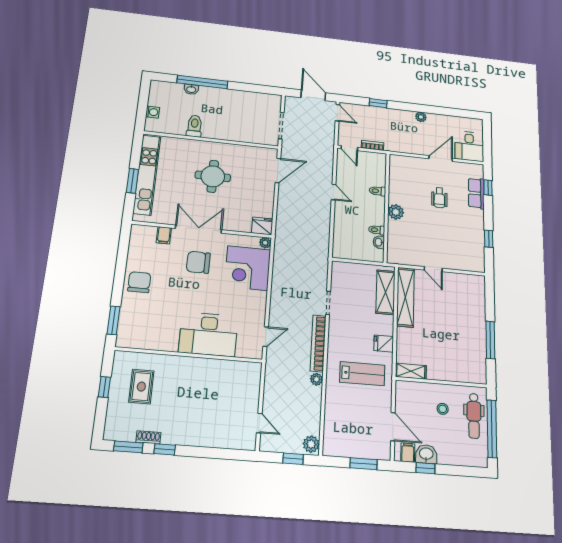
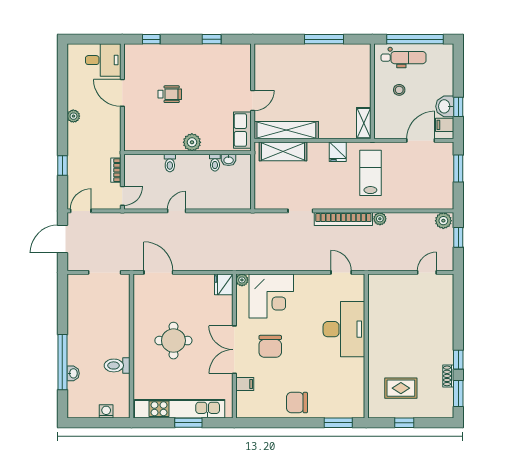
row of seats: (476, 193) -> (242, 130), moved, turned 90

